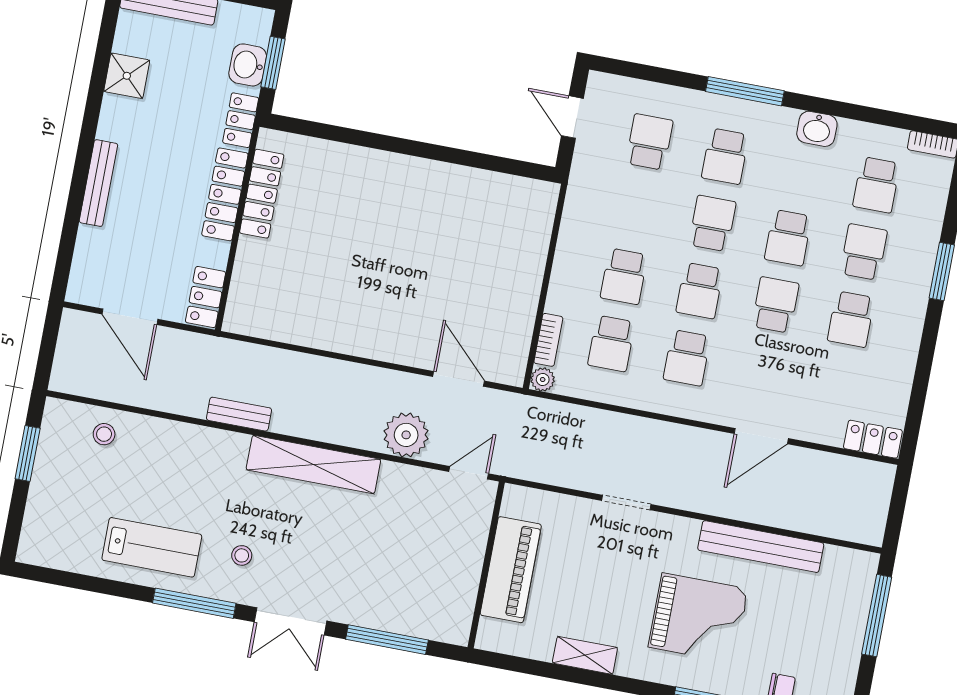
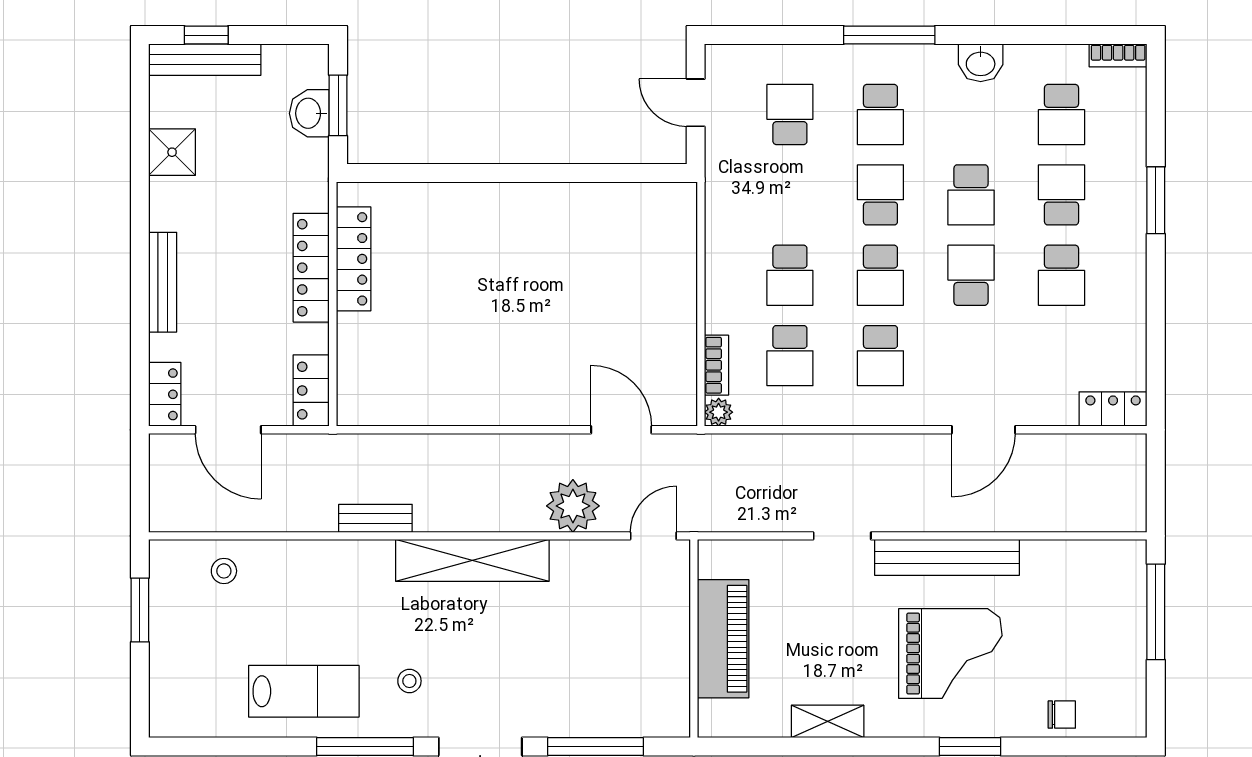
locker: (241, 120) -> (165, 394), moved, turned 180
bench: (761, 547) -> (947, 557), moved

